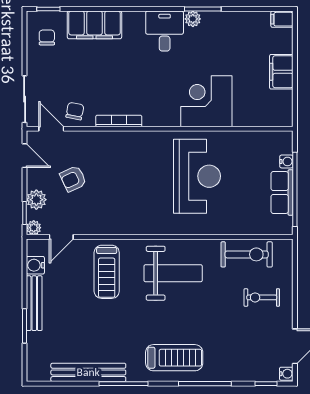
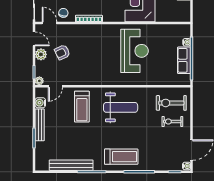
plant: (36, 200) -> (41, 54), moved
exercise bike: (247, 254) -> (171, 103), moved, turned 180

